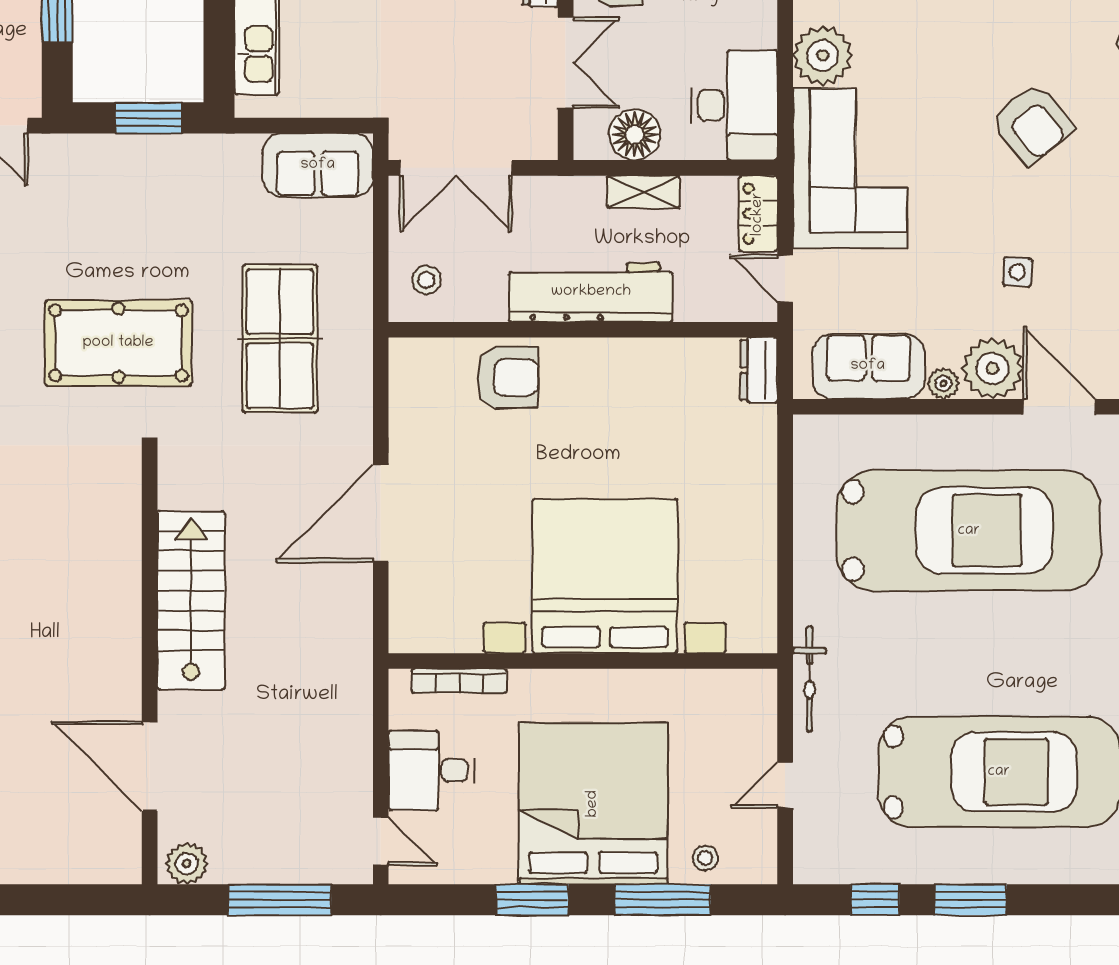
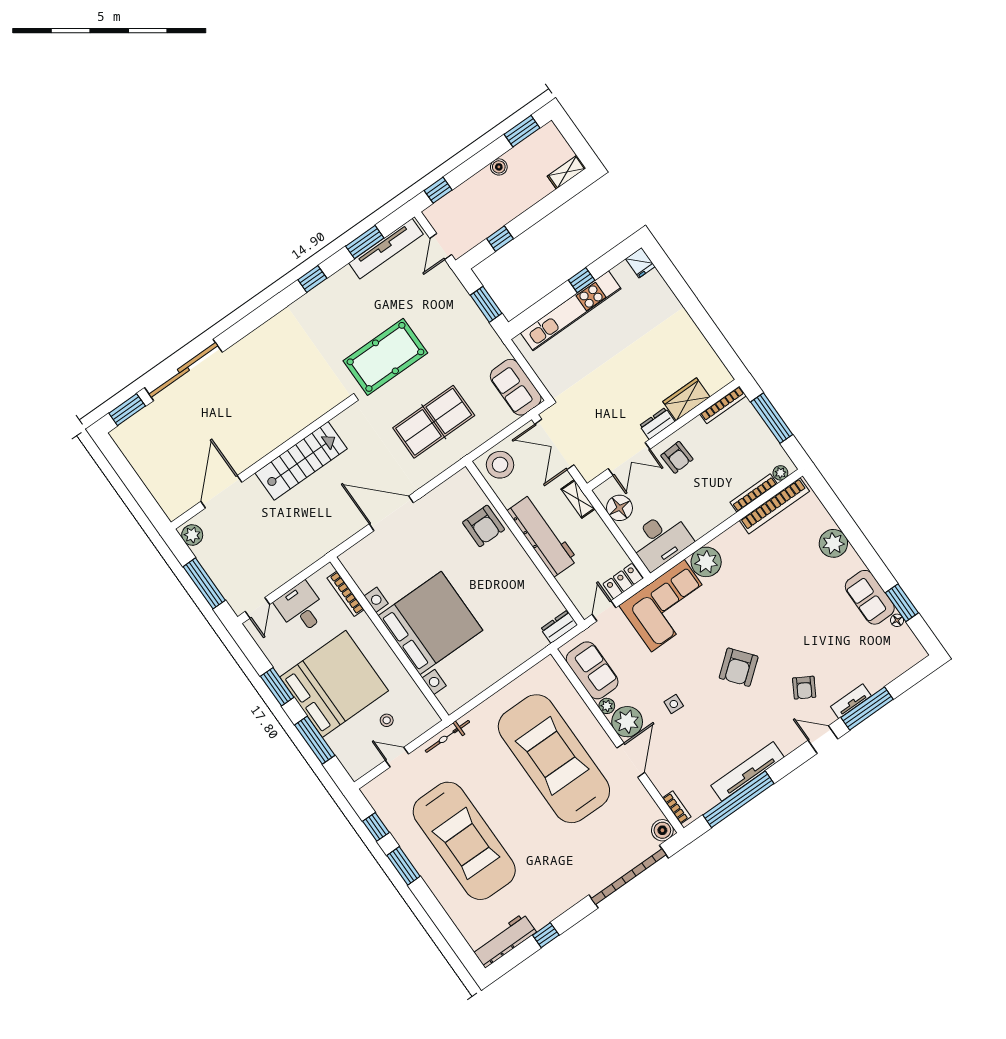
shelving: (643, 192) -> (578, 499), moved
stool: (426, 280) -> (500, 465), width x1.89, depth x1.89
pool table: (118, 343) -> (385, 357), turned 90
car: (969, 531) -> (554, 759), turned 180
stool: (705, 858) -> (387, 720), moved

